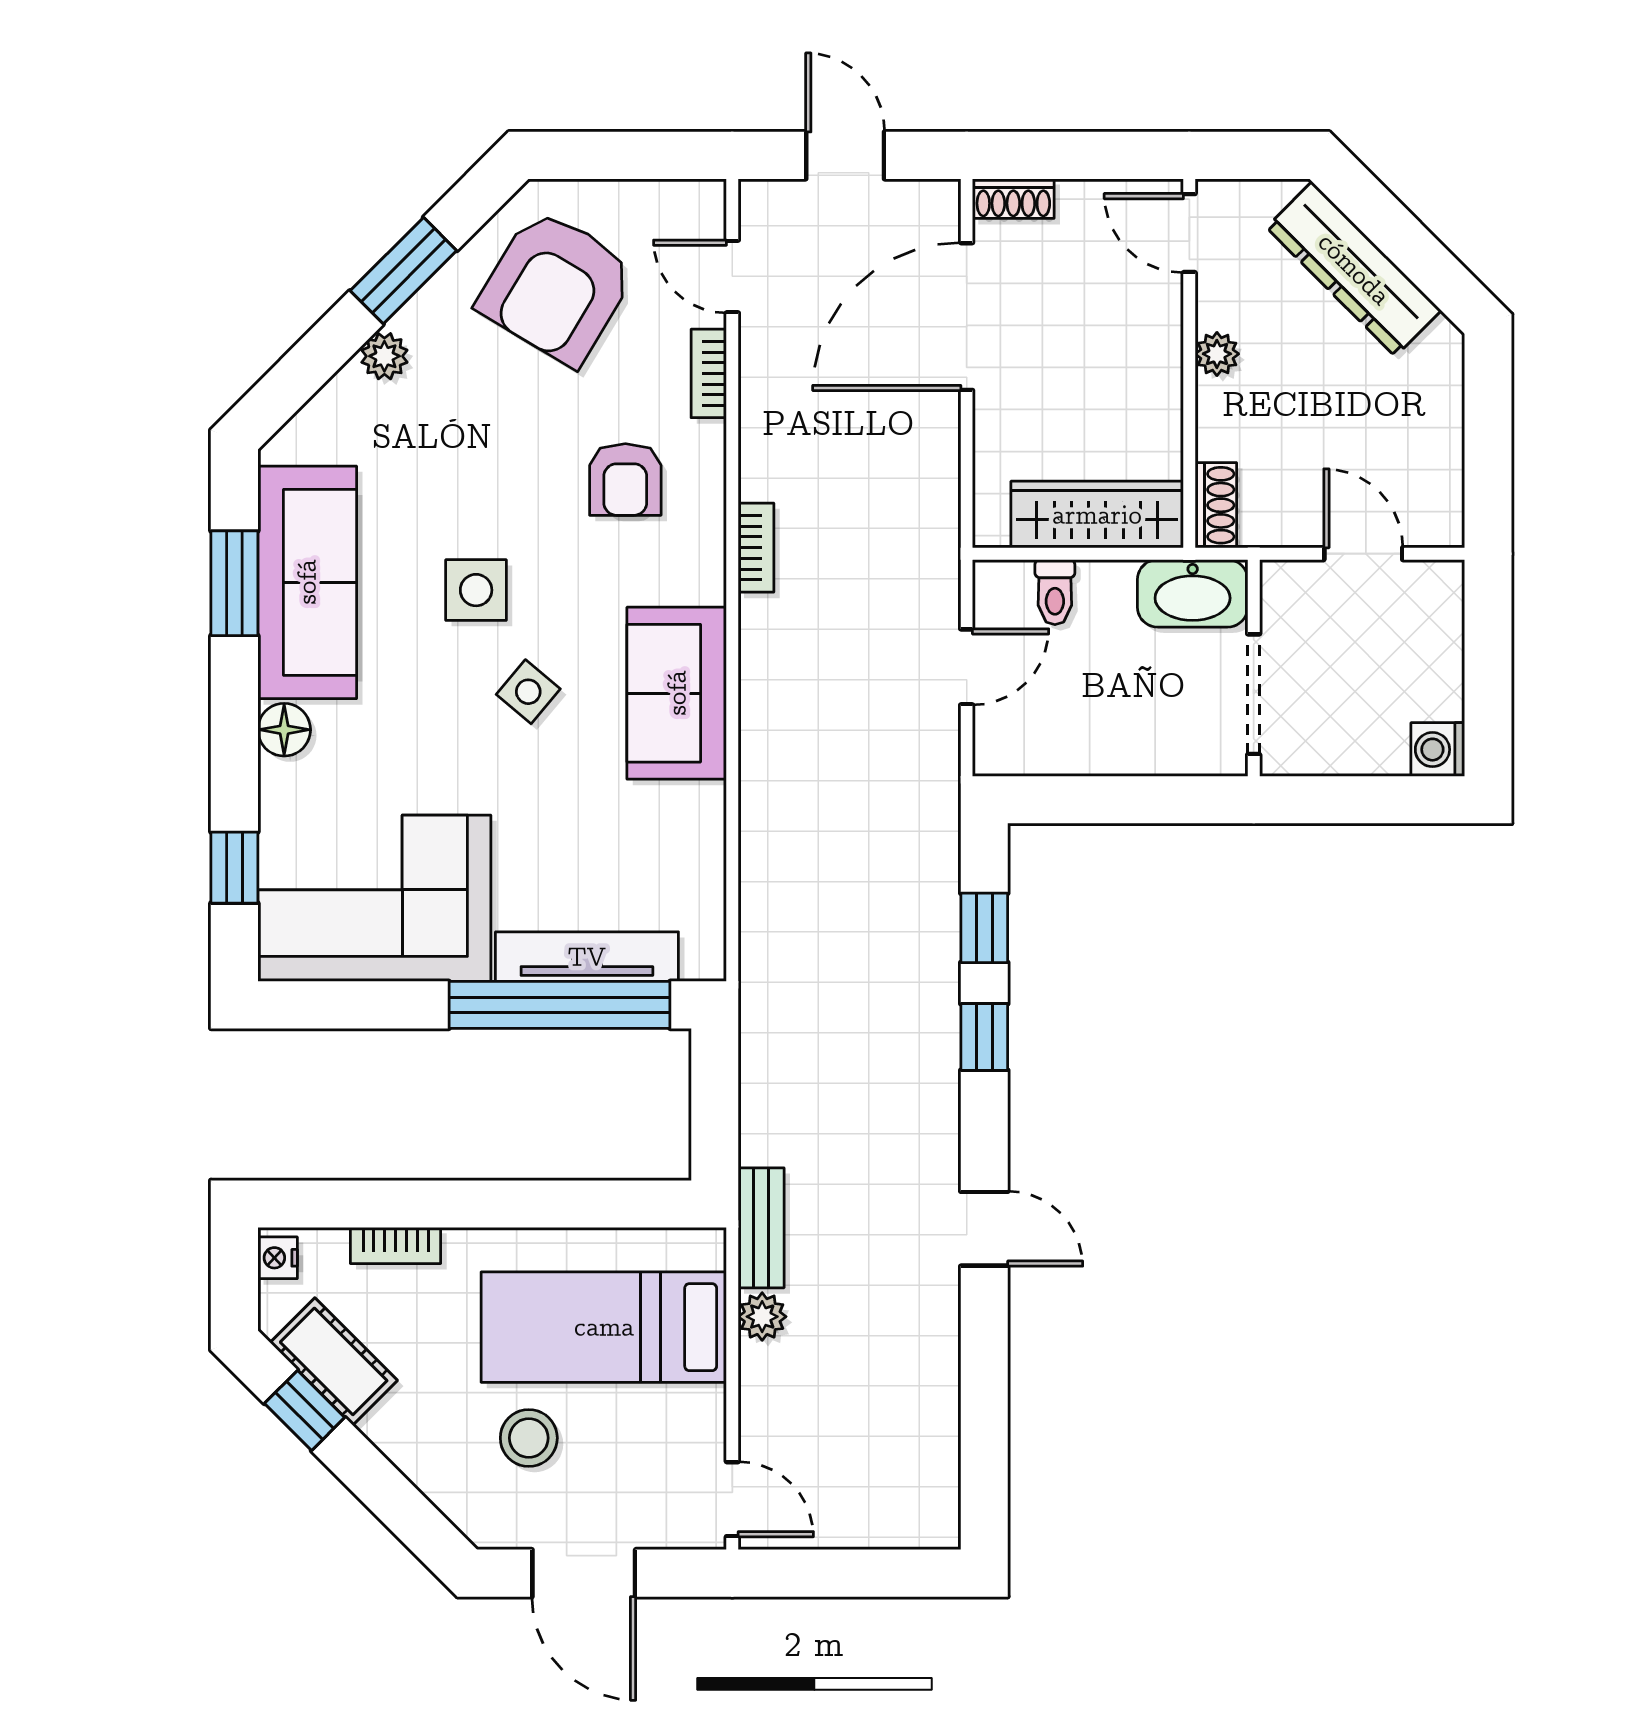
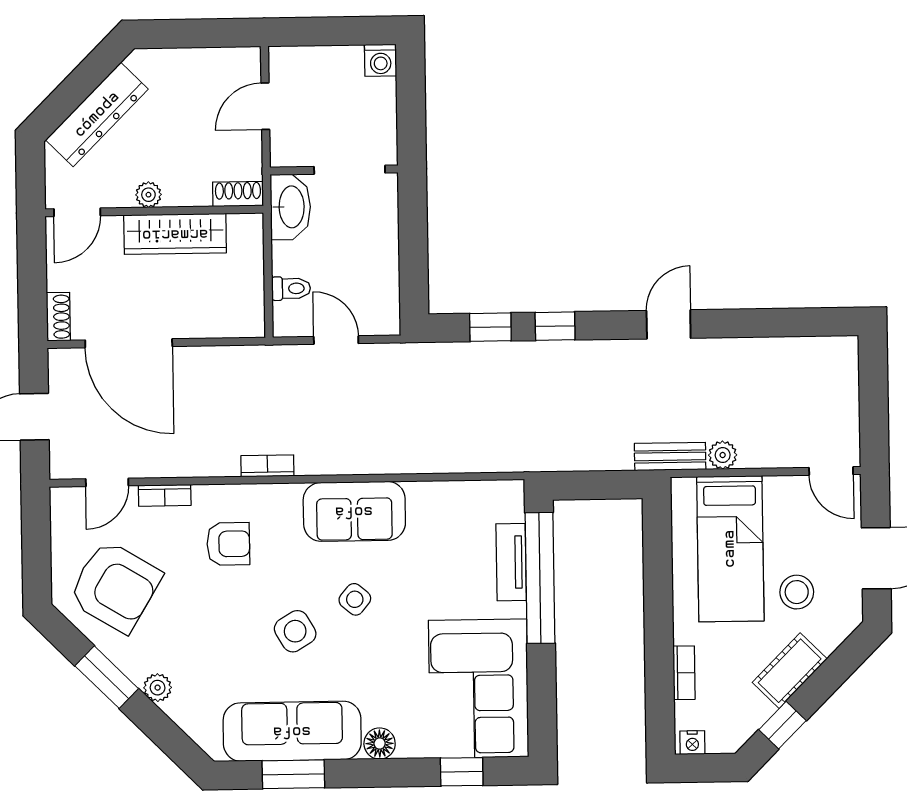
wardrobe: (1097, 515) -> (175, 234), moved, turned -90
side table: (476, 590) -> (295, 631), turned -31
tv unit: (587, 957) -> (511, 562), width x0.71
cot: (334, 1361) -> (790, 671), moved
door: (732, 1499) -> (831, 471), swing flipped

